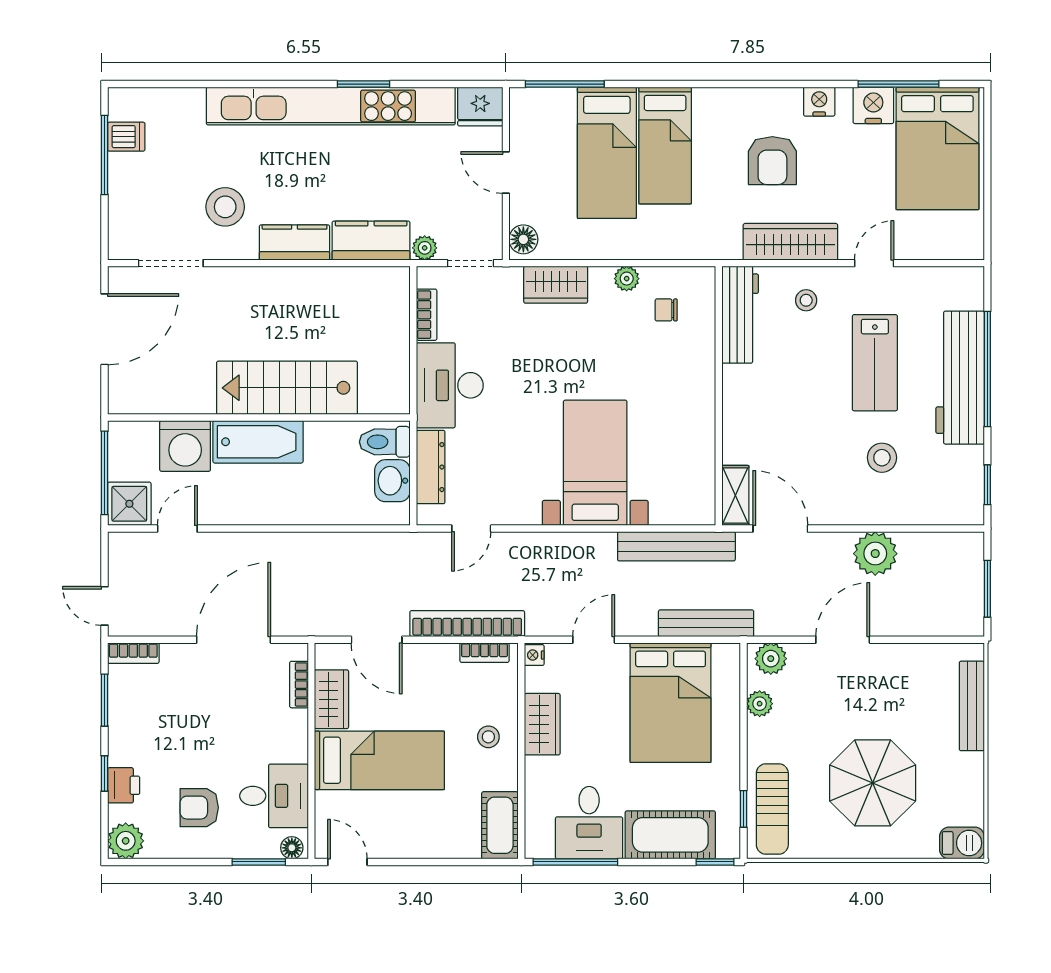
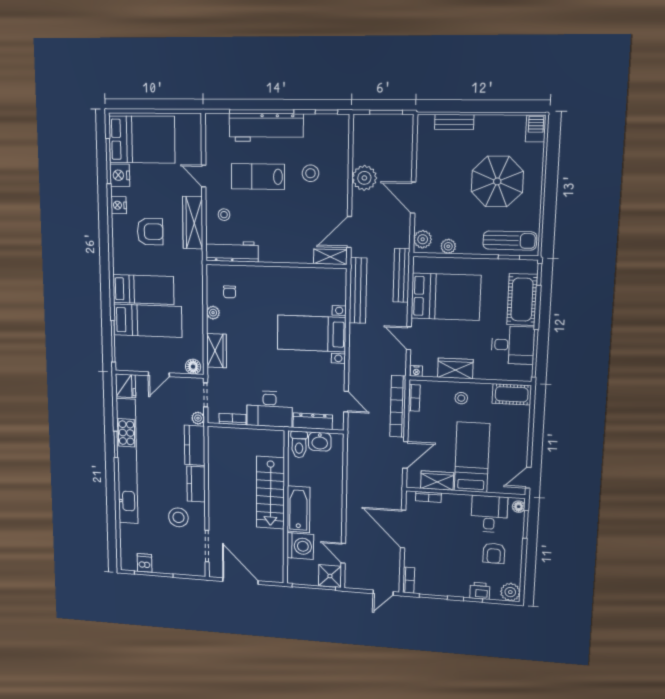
lab bench: (875, 363) -> (258, 177), turned 180
bench: (972, 706) -> (454, 122), width x0.73

